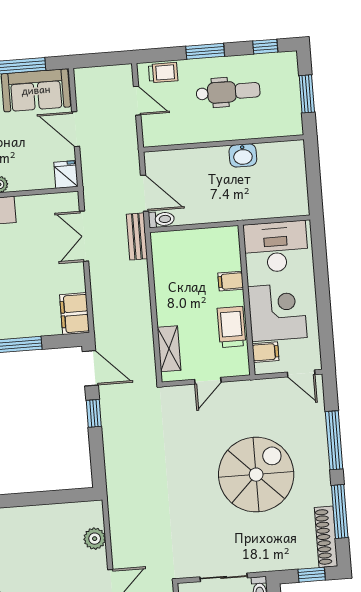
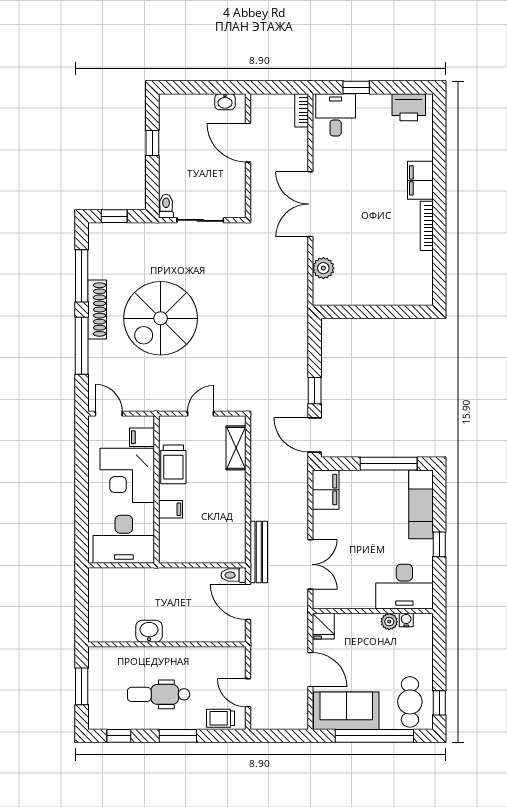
bench: (137, 236) -> (259, 552), width x1.36
shoe rack: (326, 537) -> (97, 310), moved

